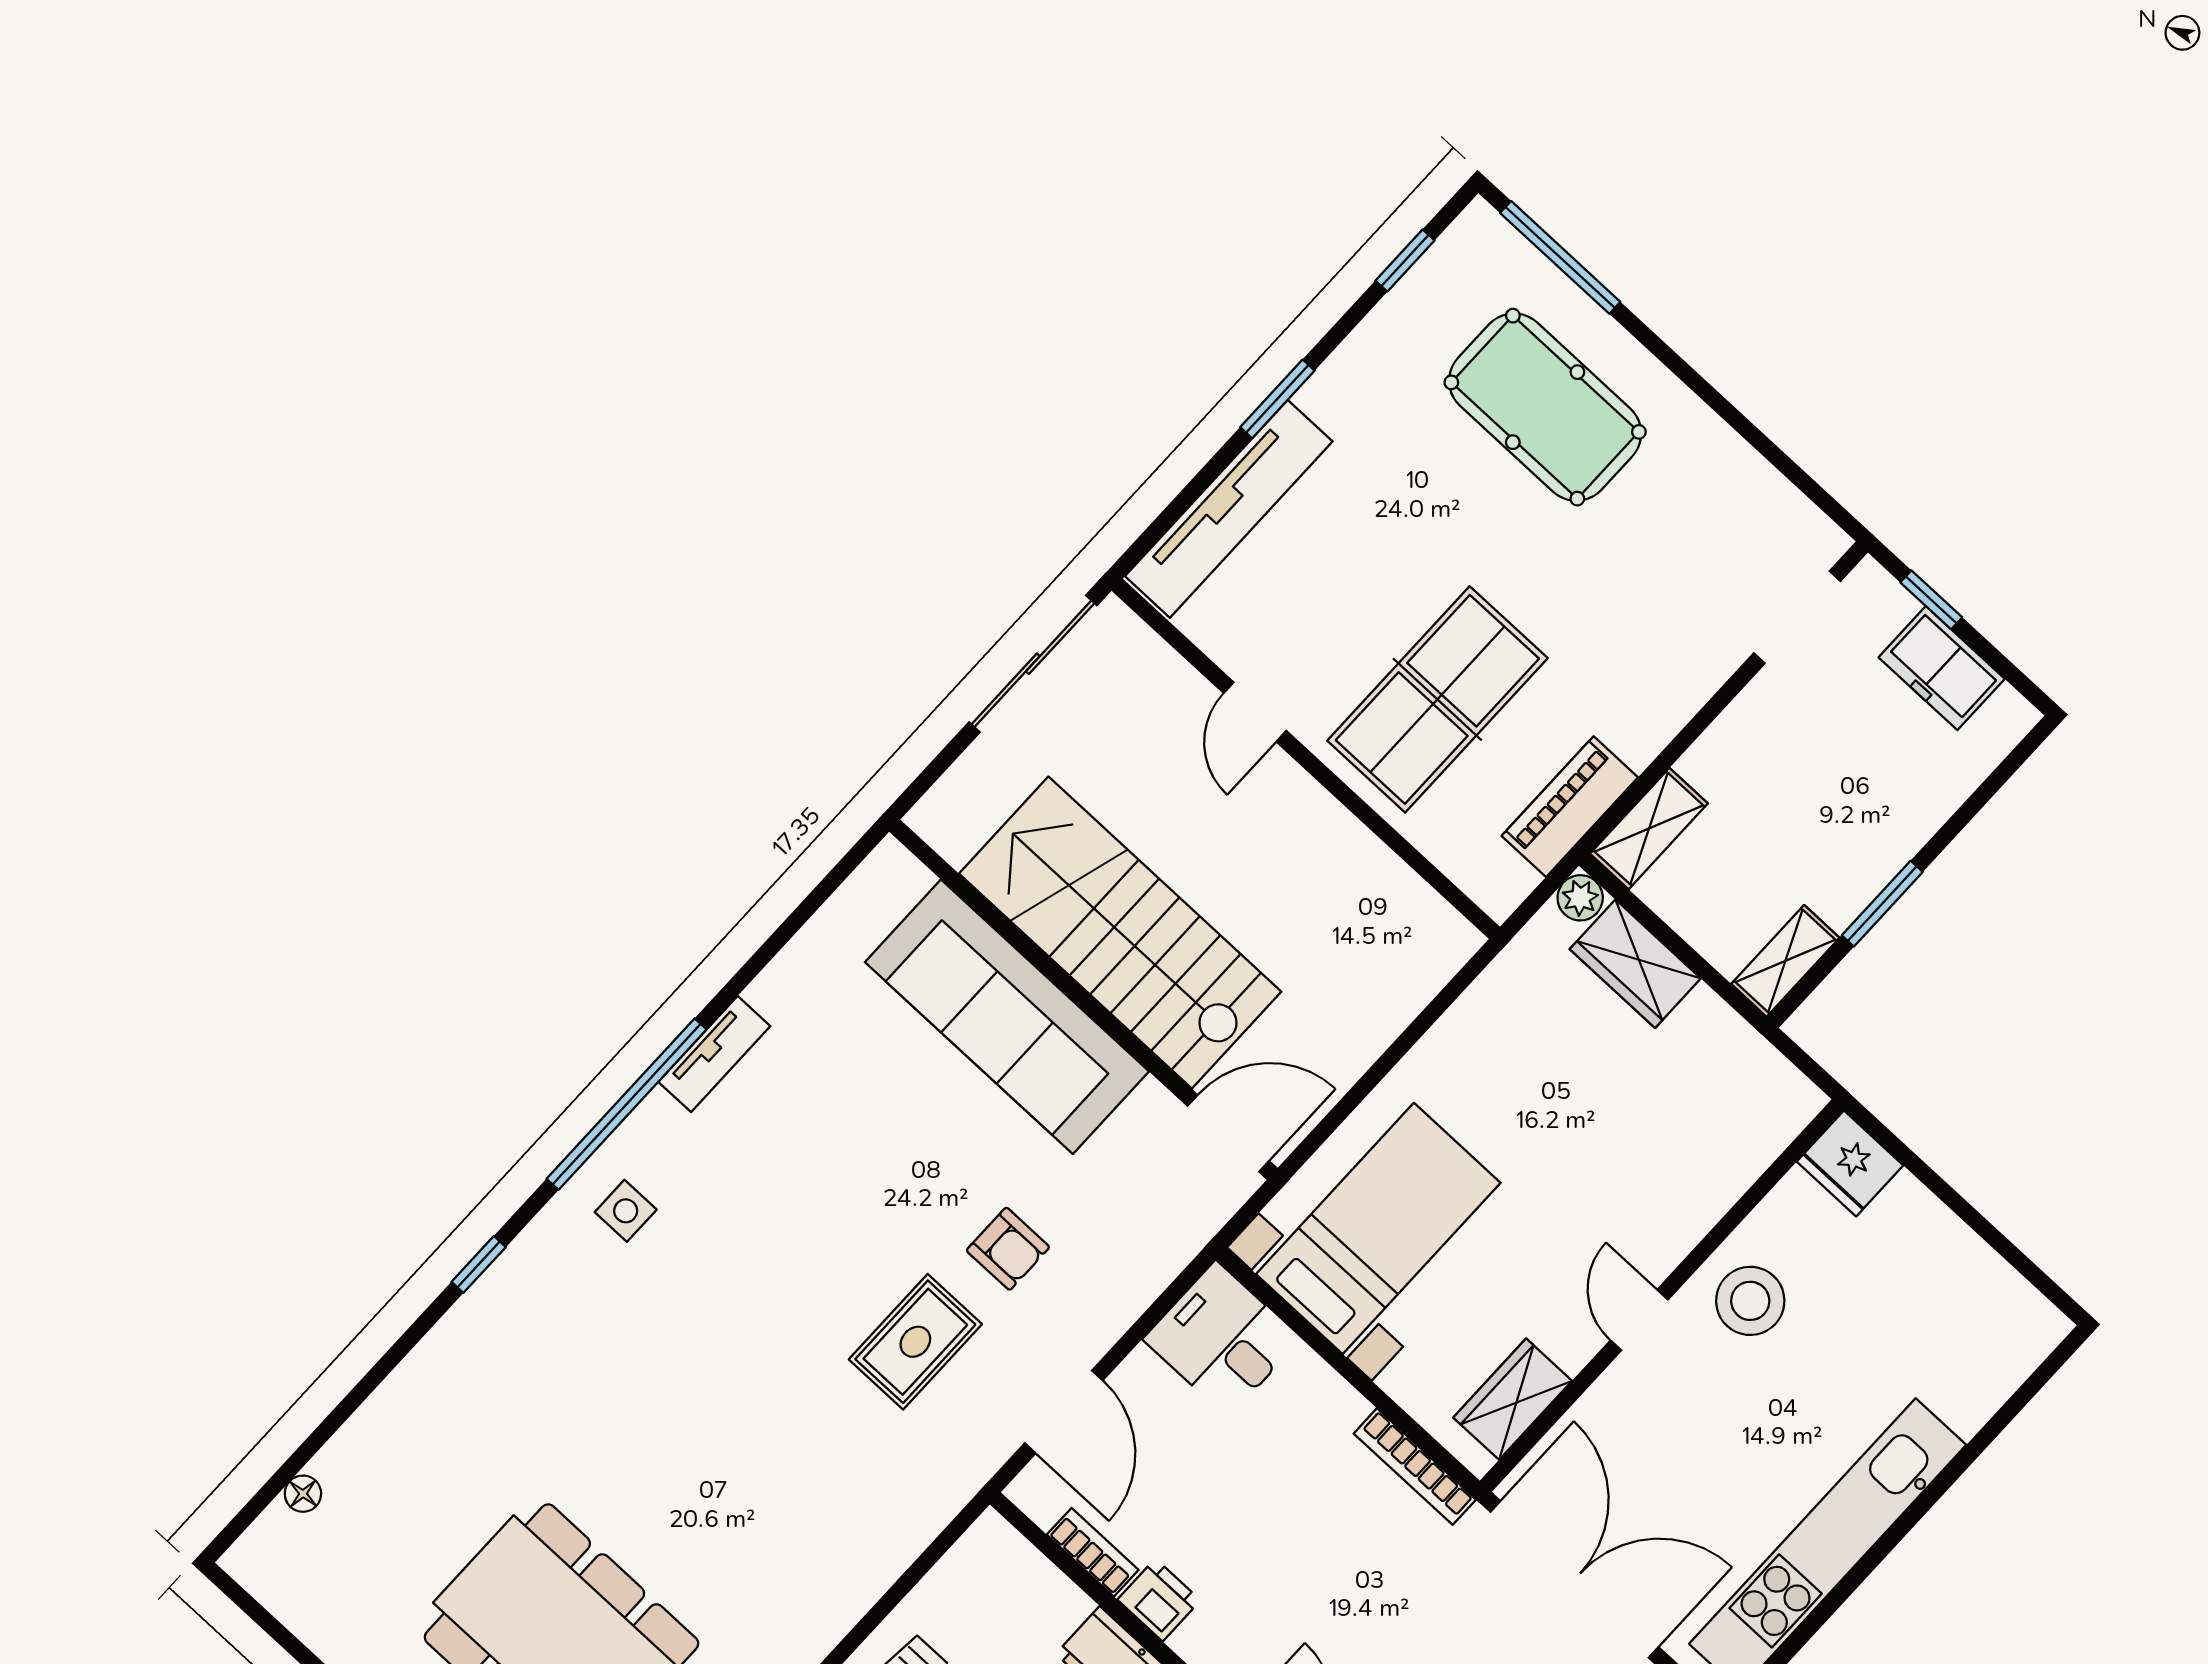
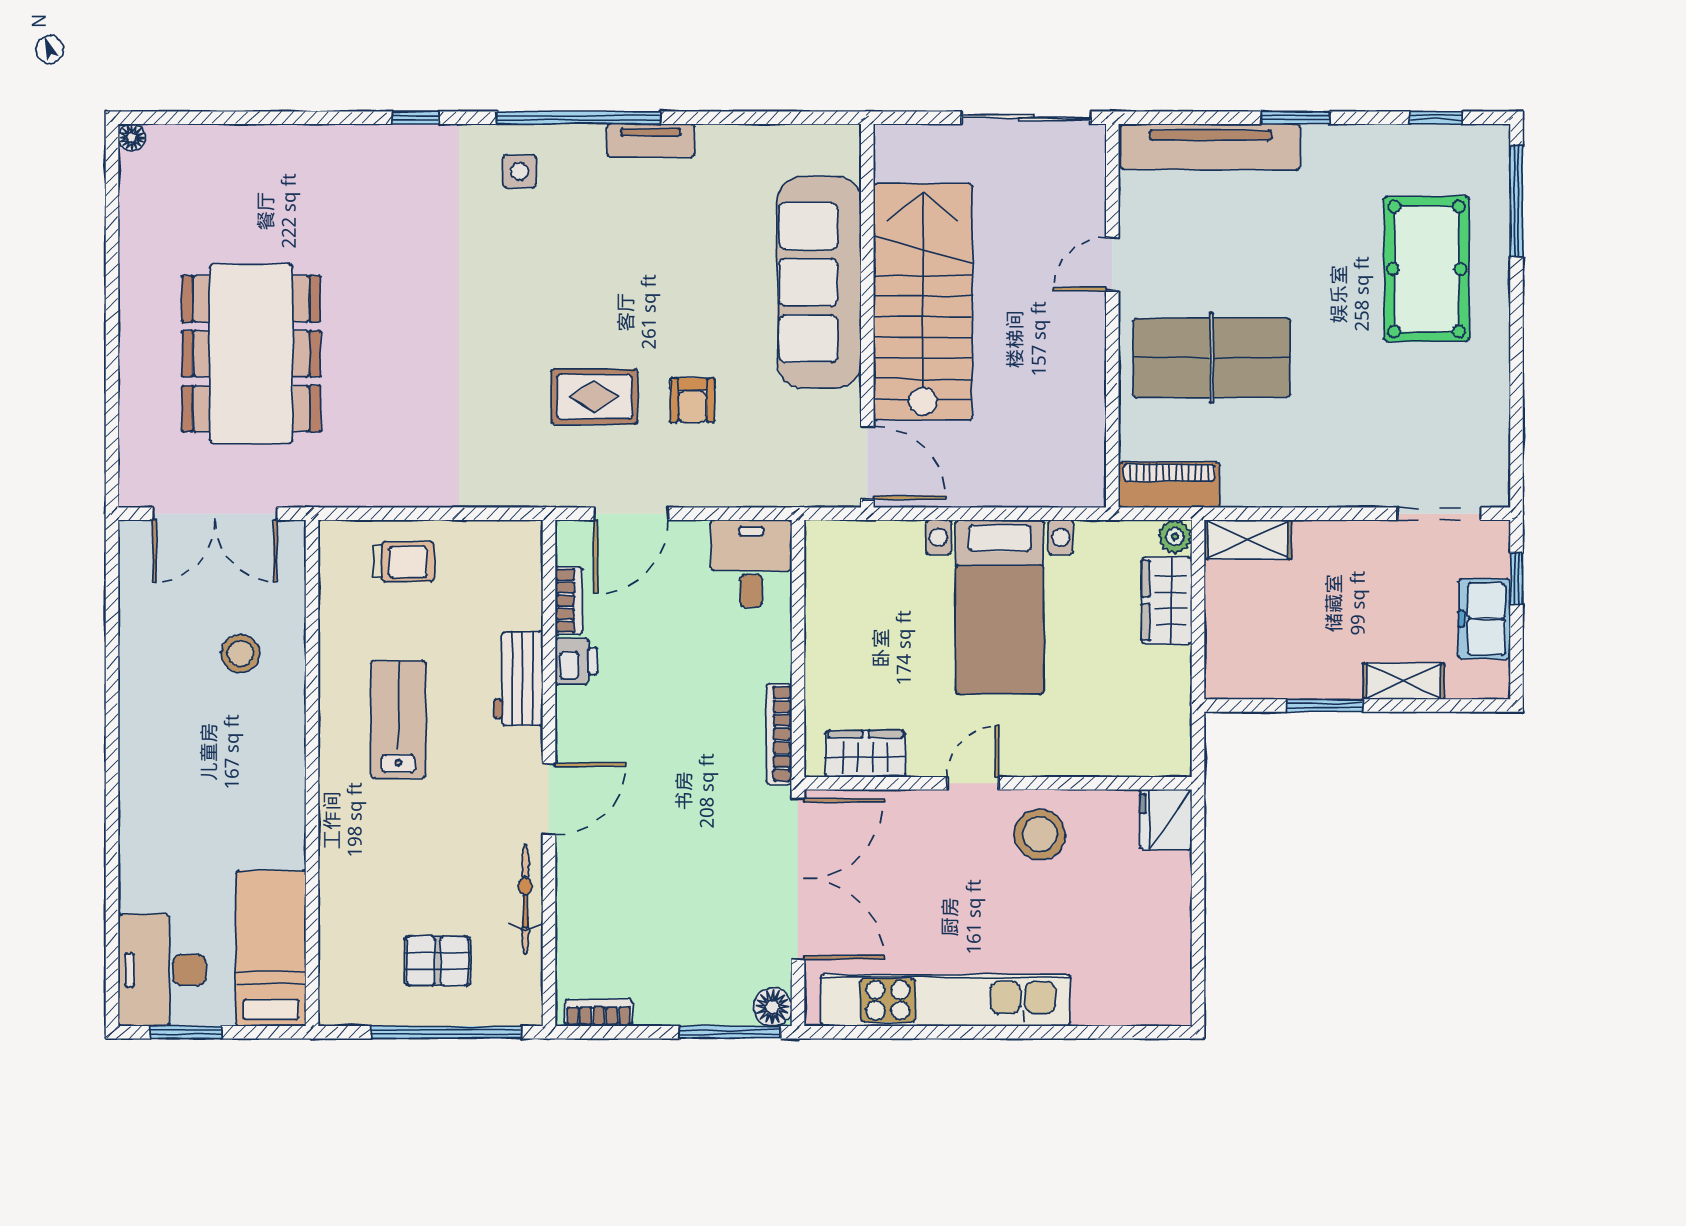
piano: (1570, 807) -> (1169, 485), moved
shelving: (1785, 961) -> (1404, 681), moved
bed with nightstands: (1378, 1228) -> (1000, 607), moved, turned 90
floor lamp: (303, 1494) -> (132, 137), moved

